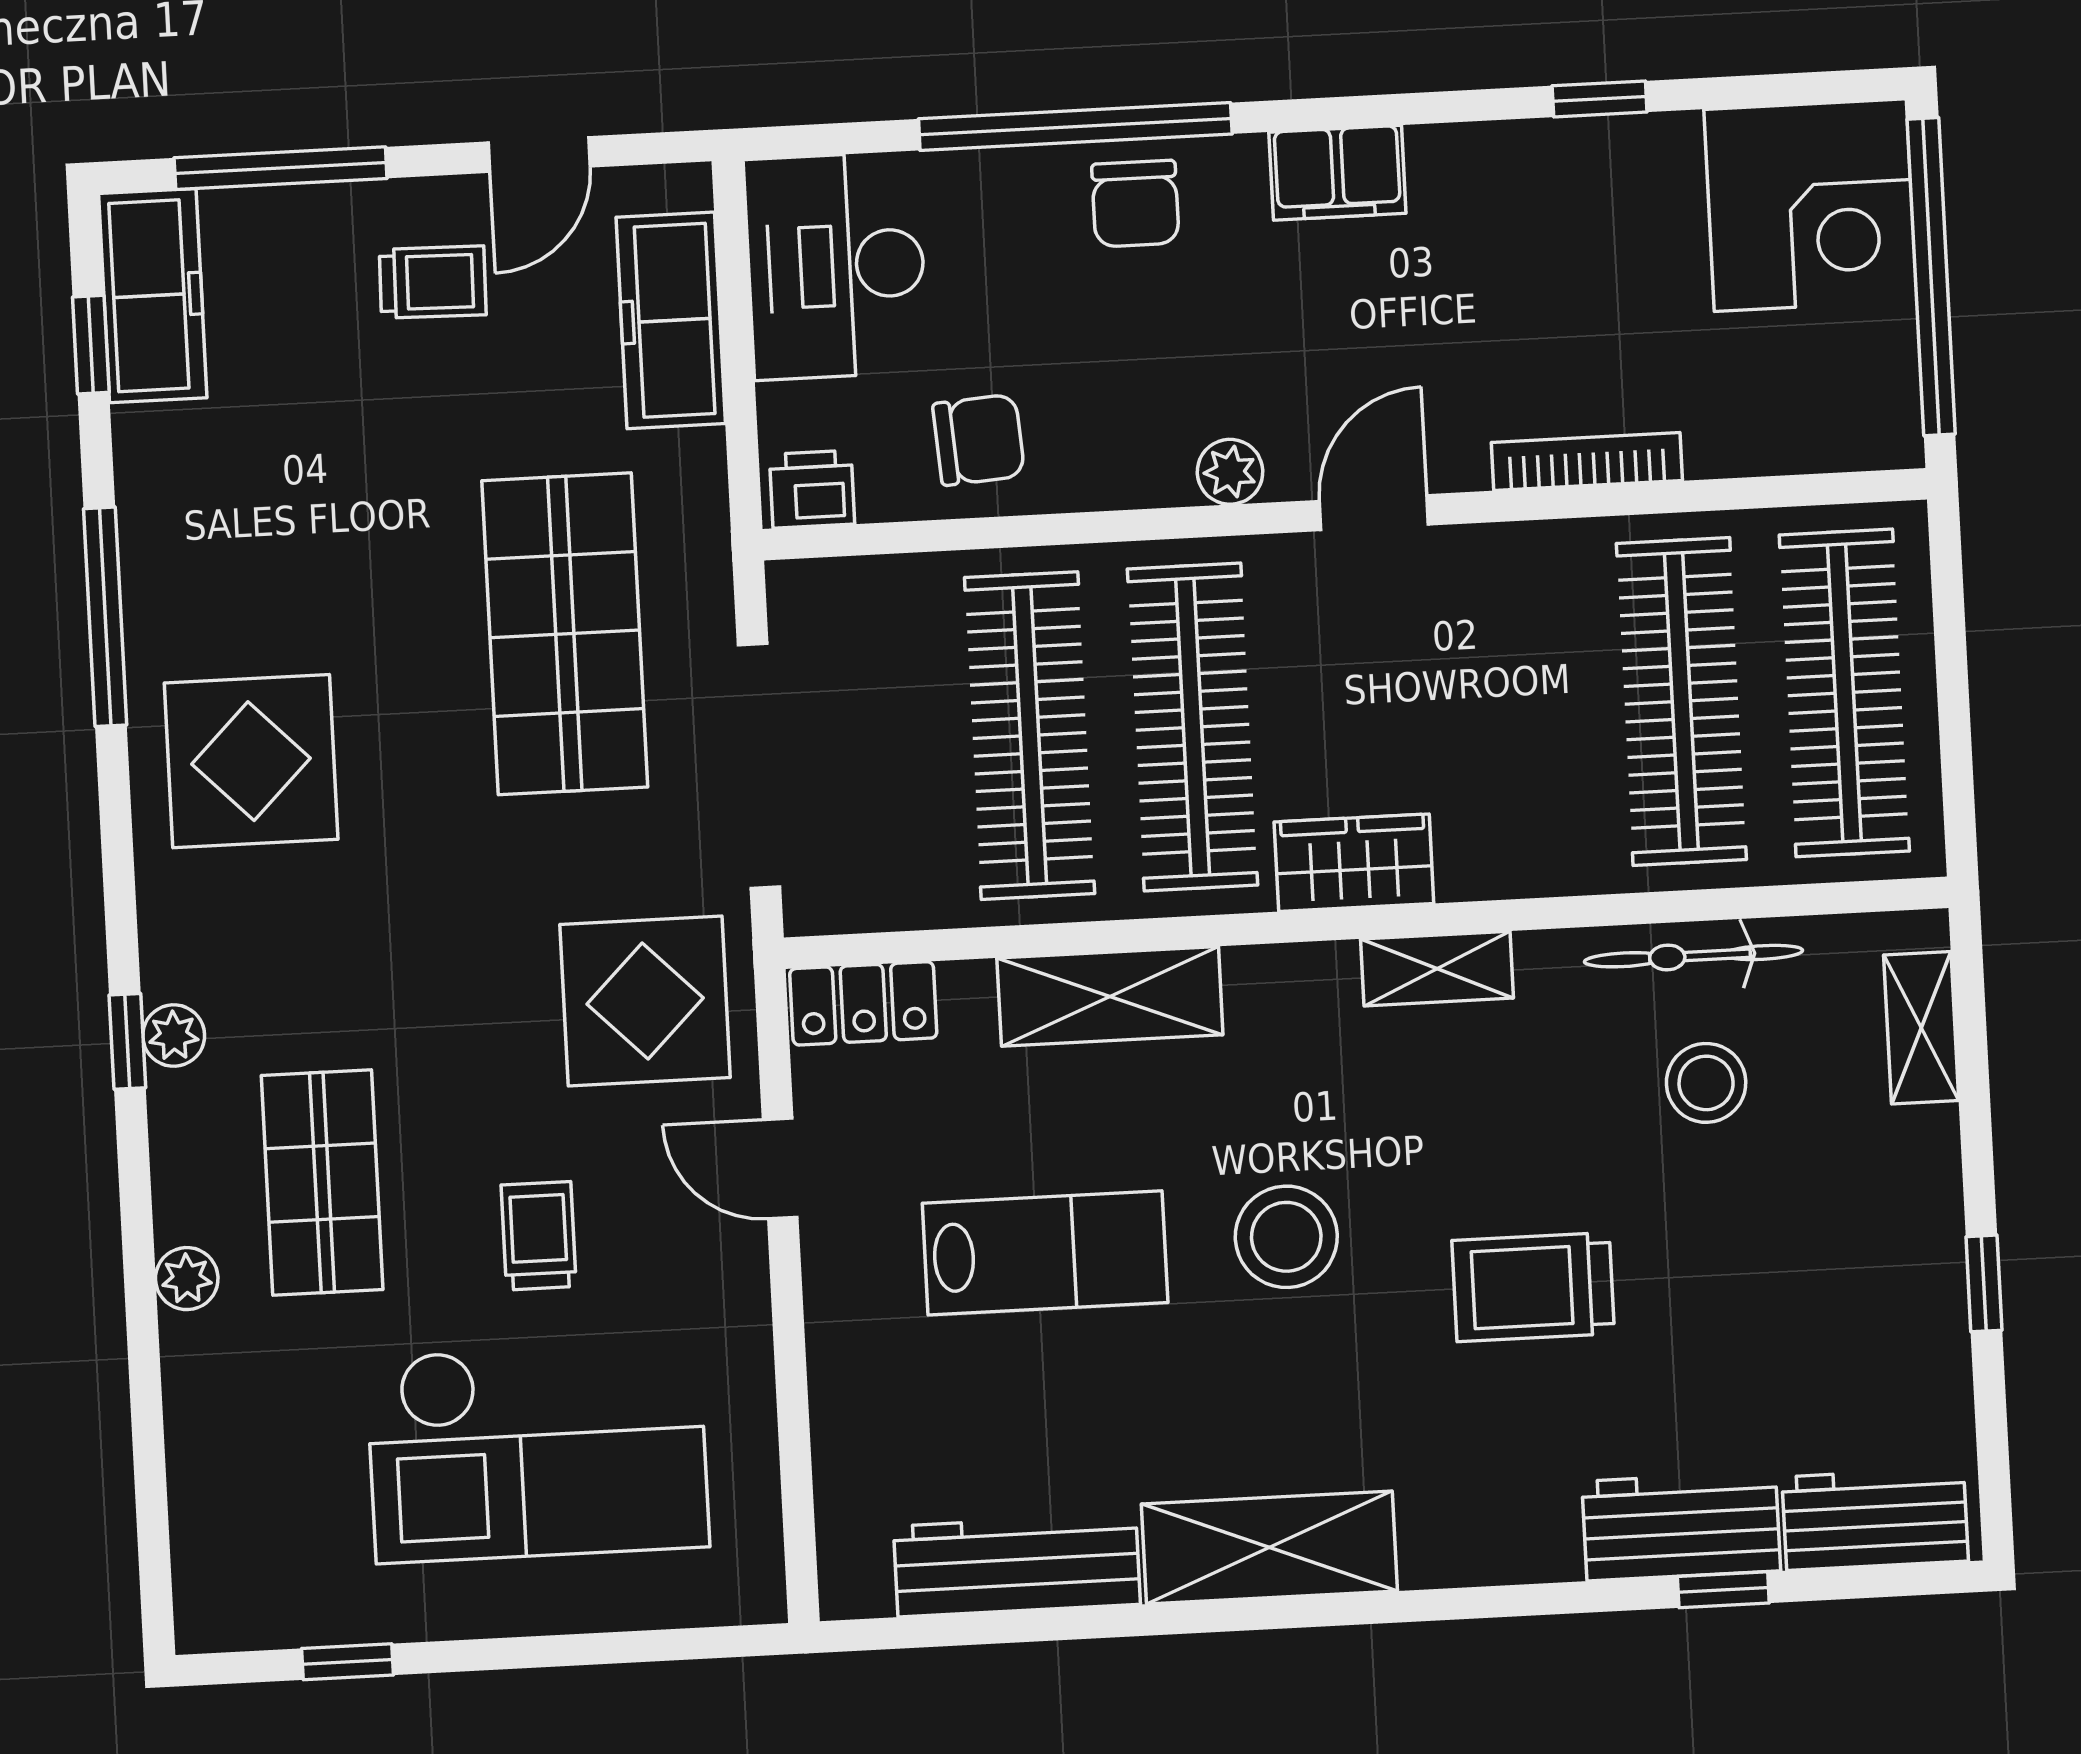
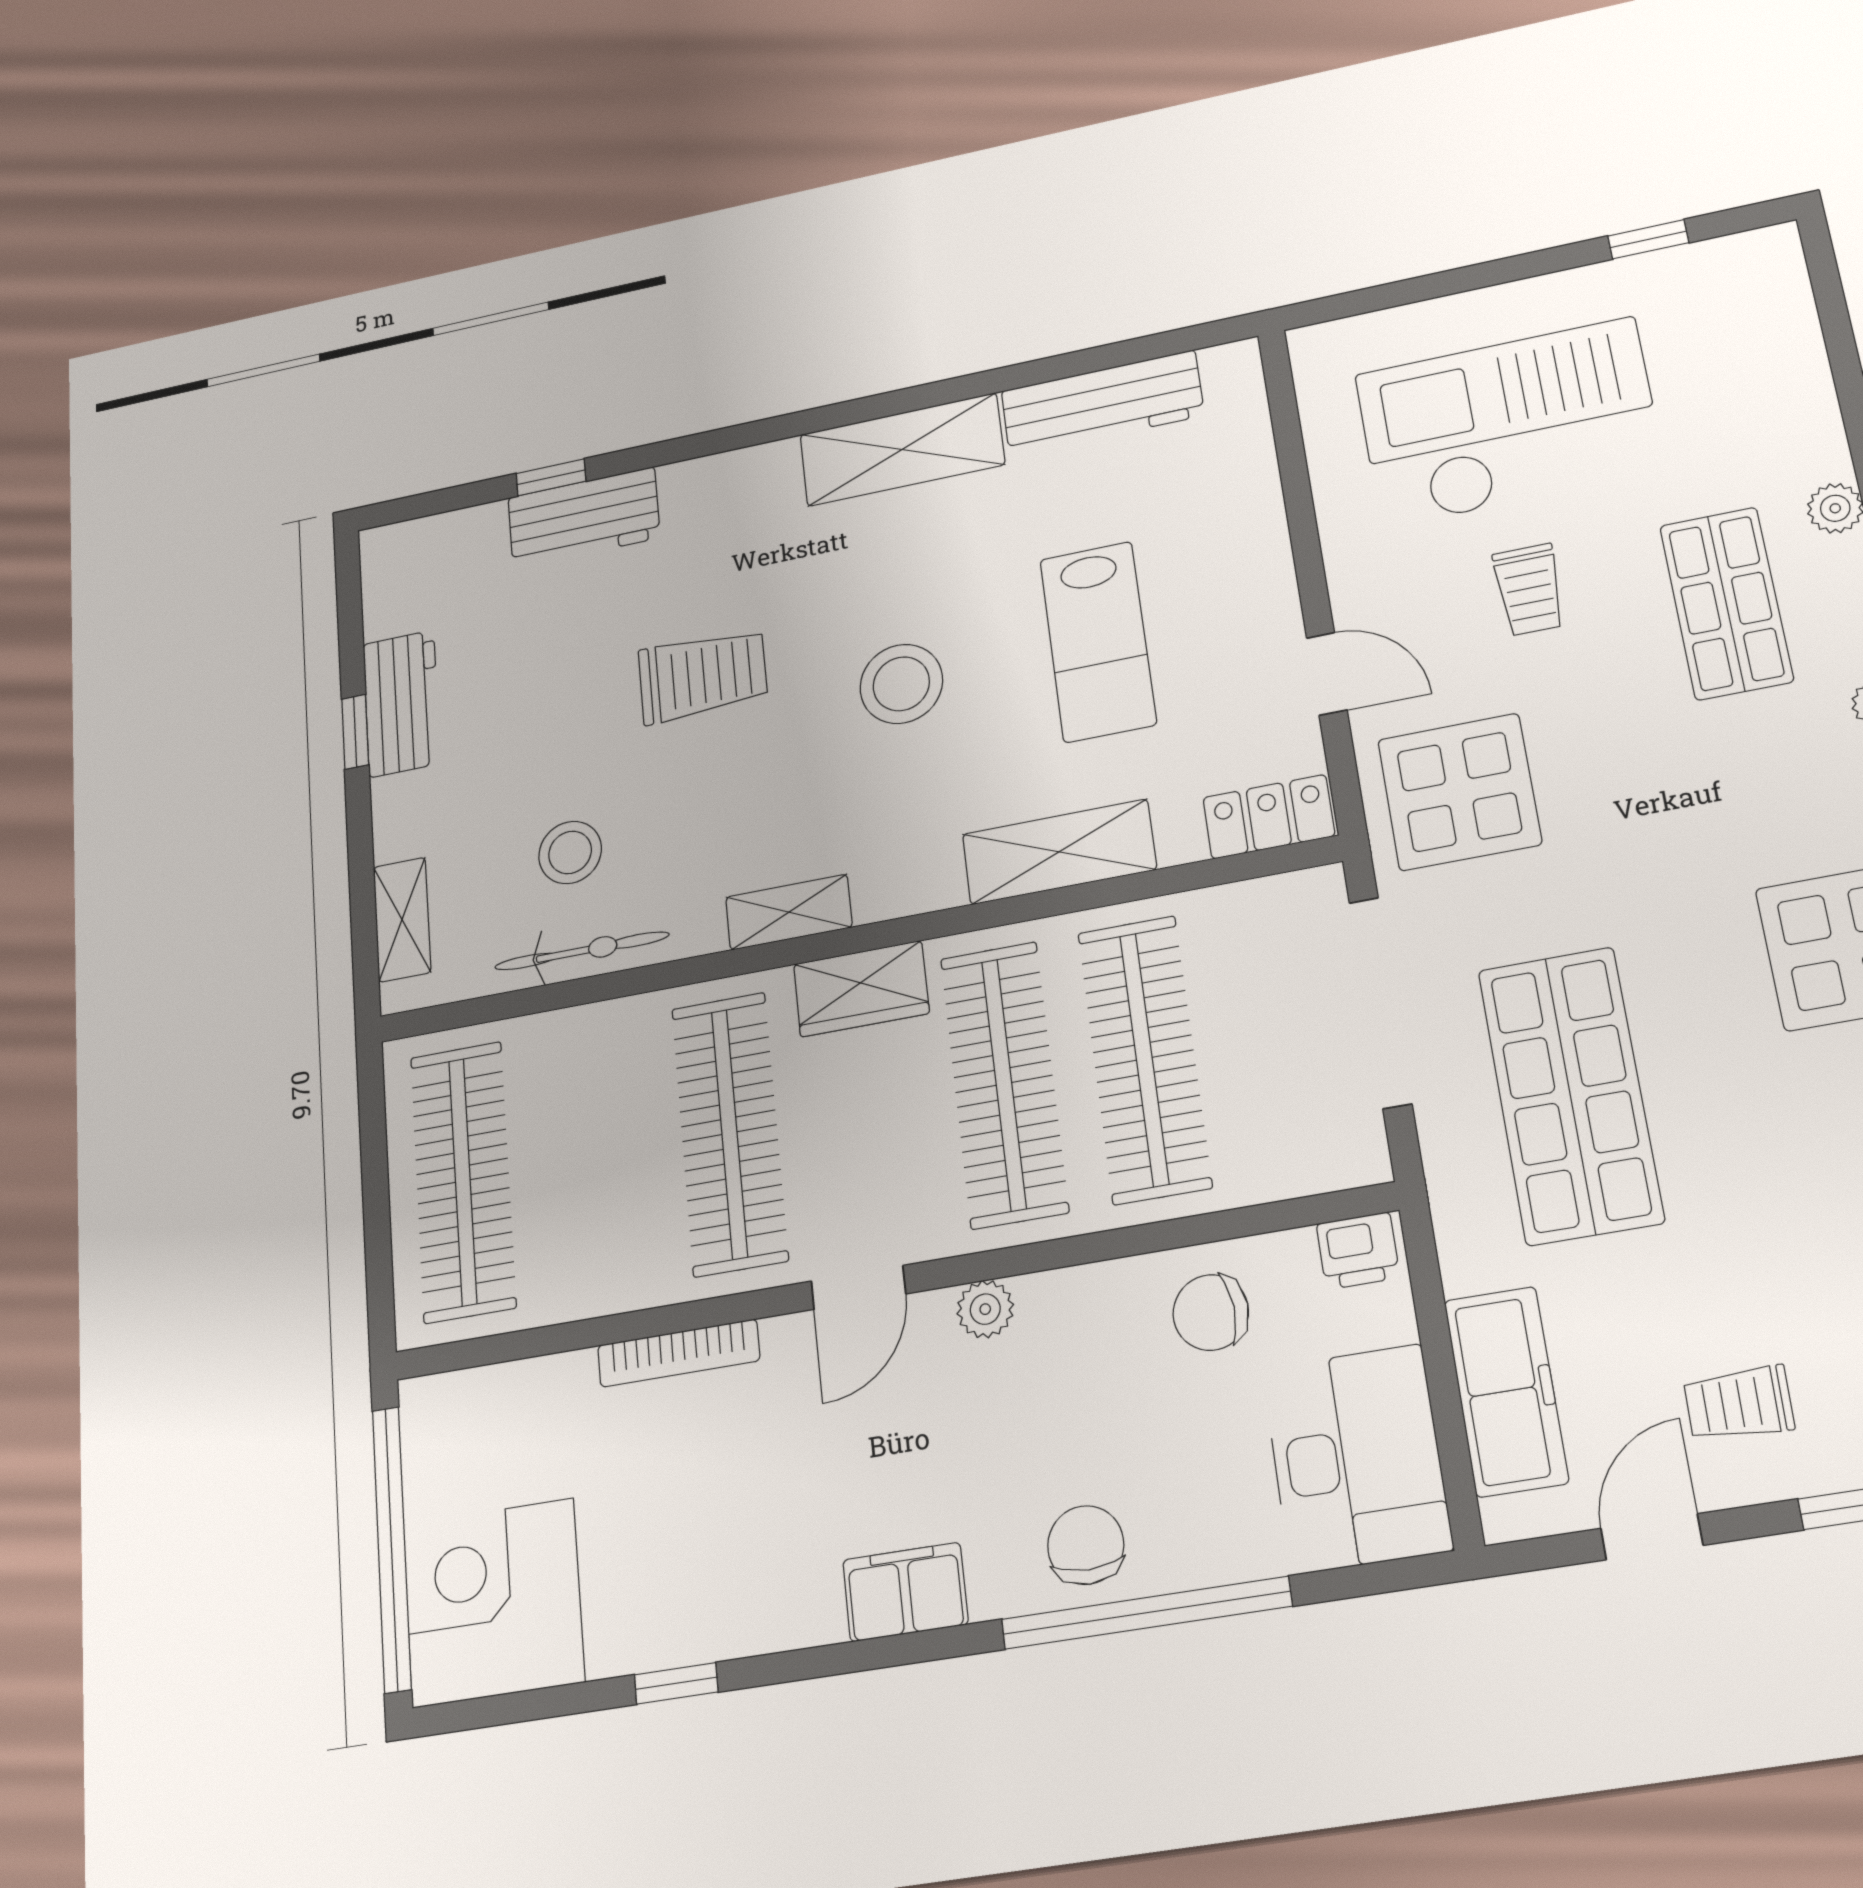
clothes rail: (1681, 701) -> (729, 1133), moved
lab bench: (1045, 1253) -> (1098, 641), turned -90
workbench: (1875, 1519) -> (402, 703), moved, turned -90

